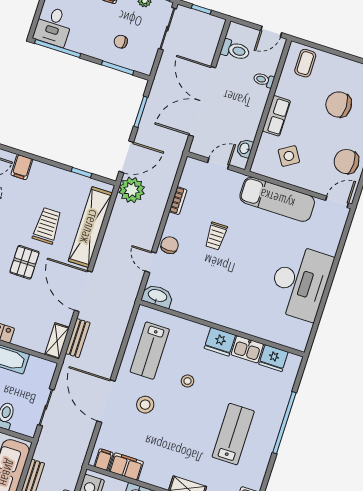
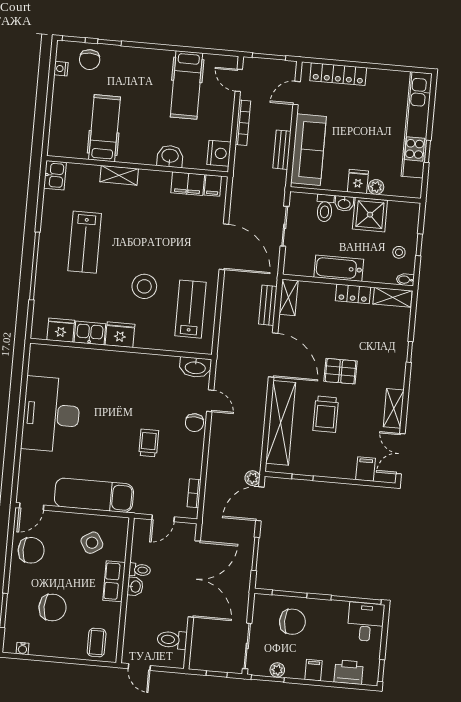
door: (271, 32) -> (139, 667), swing flipped
chair: (121, 42) -> (292, 622), width x1.87, depth x1.87
toilet: (264, 80) -> (140, 570), moved
washbasin: (245, 148) -> (135, 587), moved
plant: (132, 190) -> (252, 478), width x0.53, depth x0.53
bookcase: (178, 201) -> (194, 493), moved
pallet: (24, 262) -> (341, 371), turned 90
stool: (187, 381) -> (144, 286), width x1.89, depth x1.89
stool: (145, 405) -> (183, 252), removed

